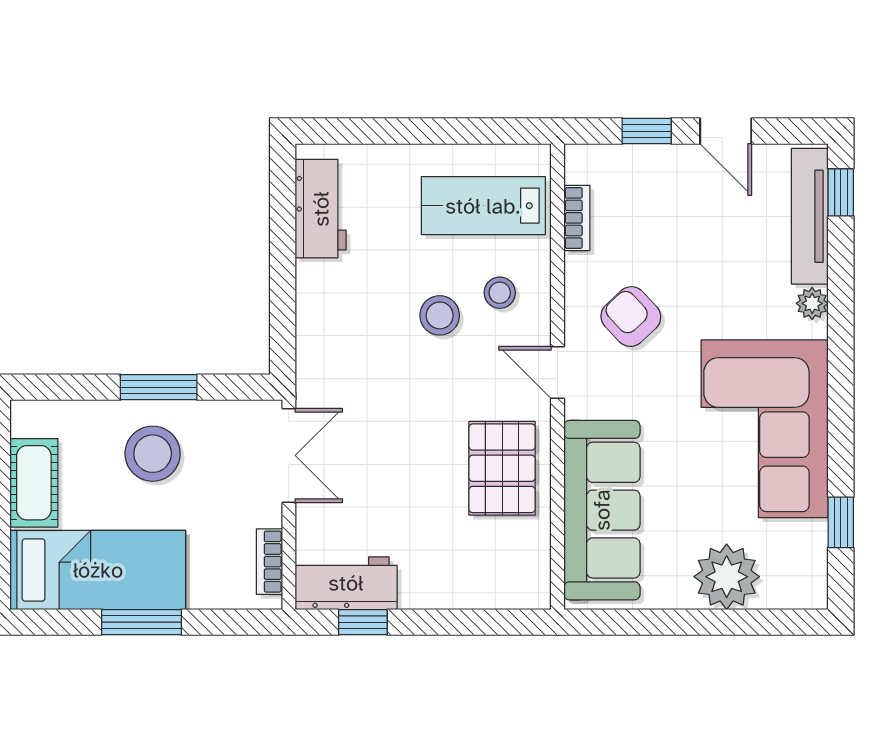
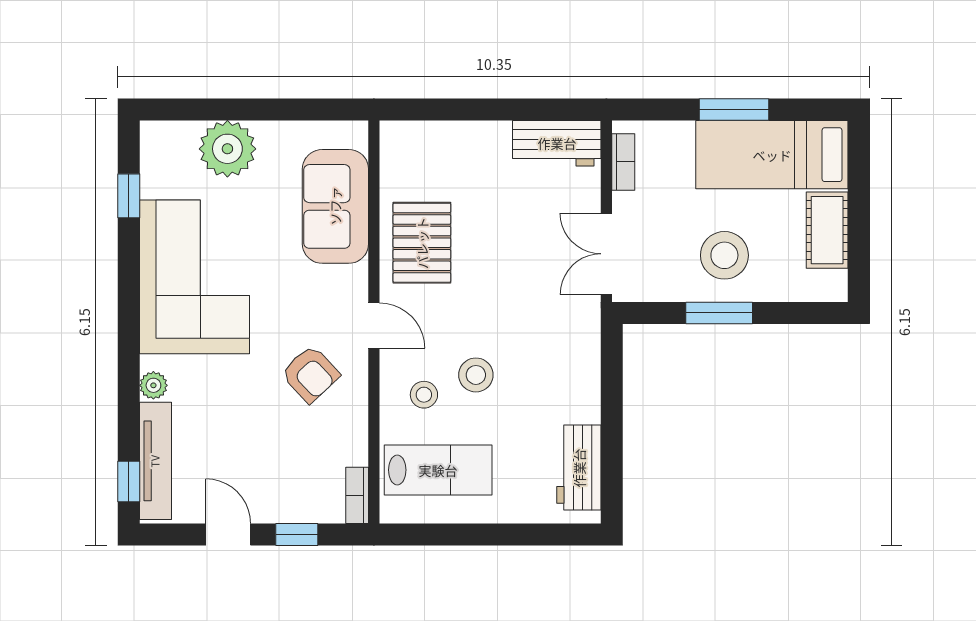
bookcase: (577, 218) -> (357, 495), moved
sofa: (602, 510) -> (335, 206), width x0.73
window: (363, 622) -> (542, 109), removed

